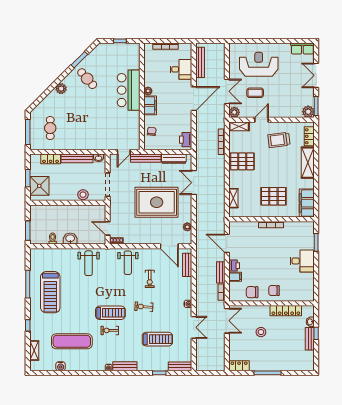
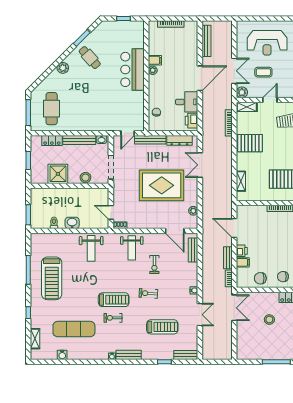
reception desk: (259, 64) -> (267, 43), turned 180
desk: (181, 69) -> (187, 102), moved
filing cabinet: (150, 105) -> (155, 60), moved, width x0.50
cafe table: (50, 128) -> (52, 109), width x1.37, depth x1.35
shower: (39, 186) -> (58, 174), moved
locker: (239, 366) -> (247, 354), removed

